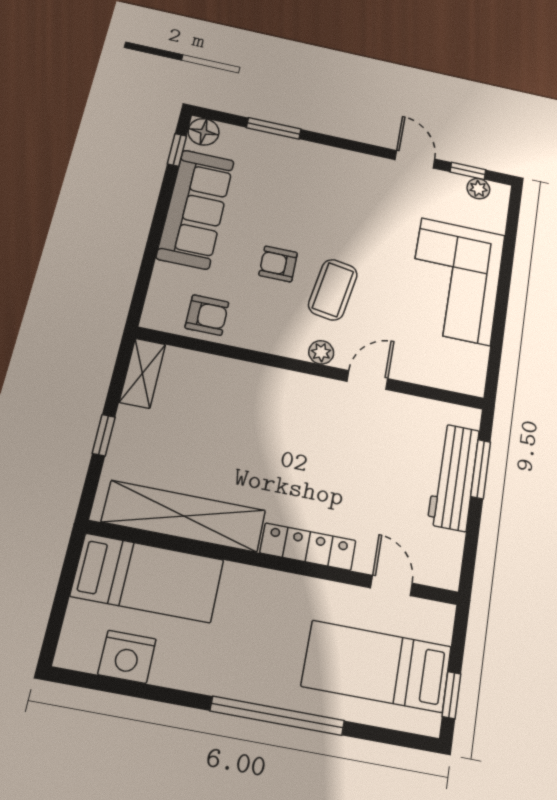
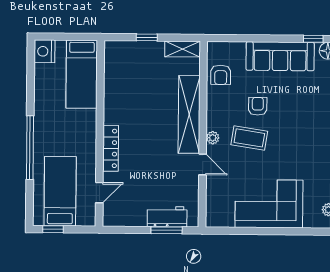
workbench: (454, 477) -> (167, 217), width x0.73
shelving: (184, 516) -> (189, 114), moved
nightstand: (127, 657) -> (44, 51), moved

